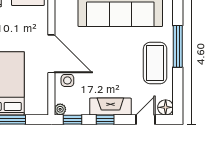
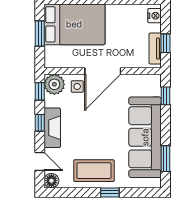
window: (178, 46) -> (110, 192), width x0.46
plant: (60, 109) -> (54, 84), width x1.88, depth x1.88

